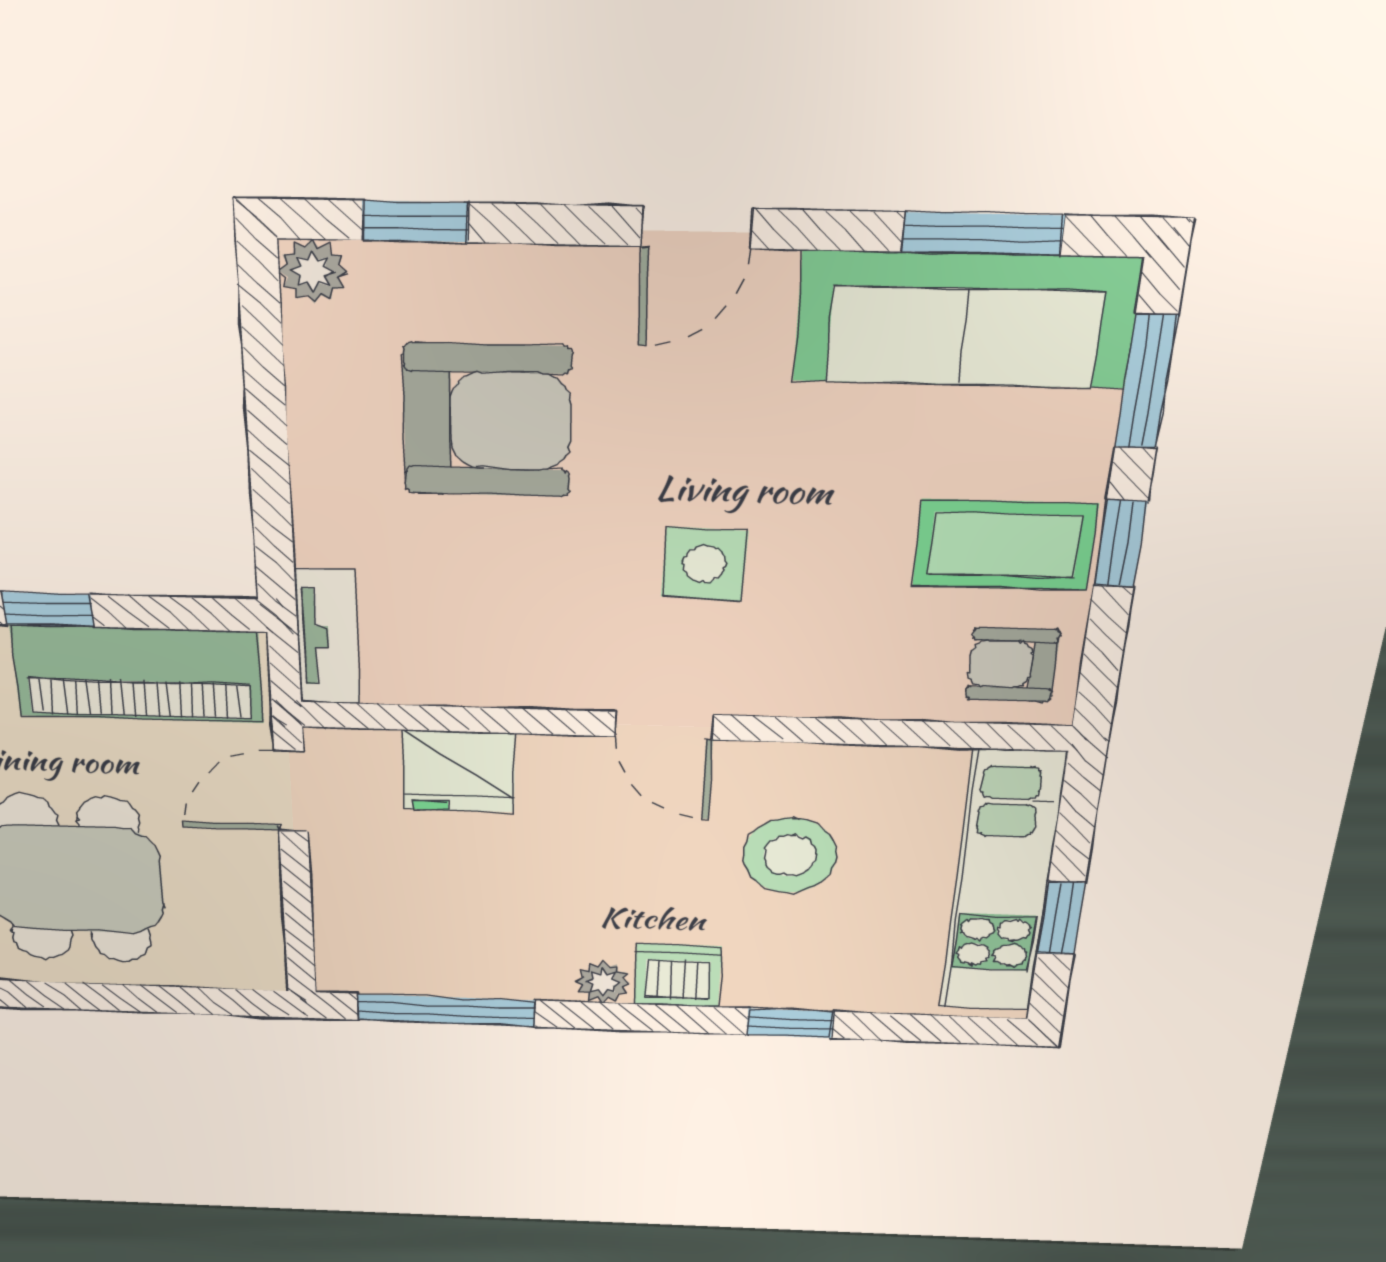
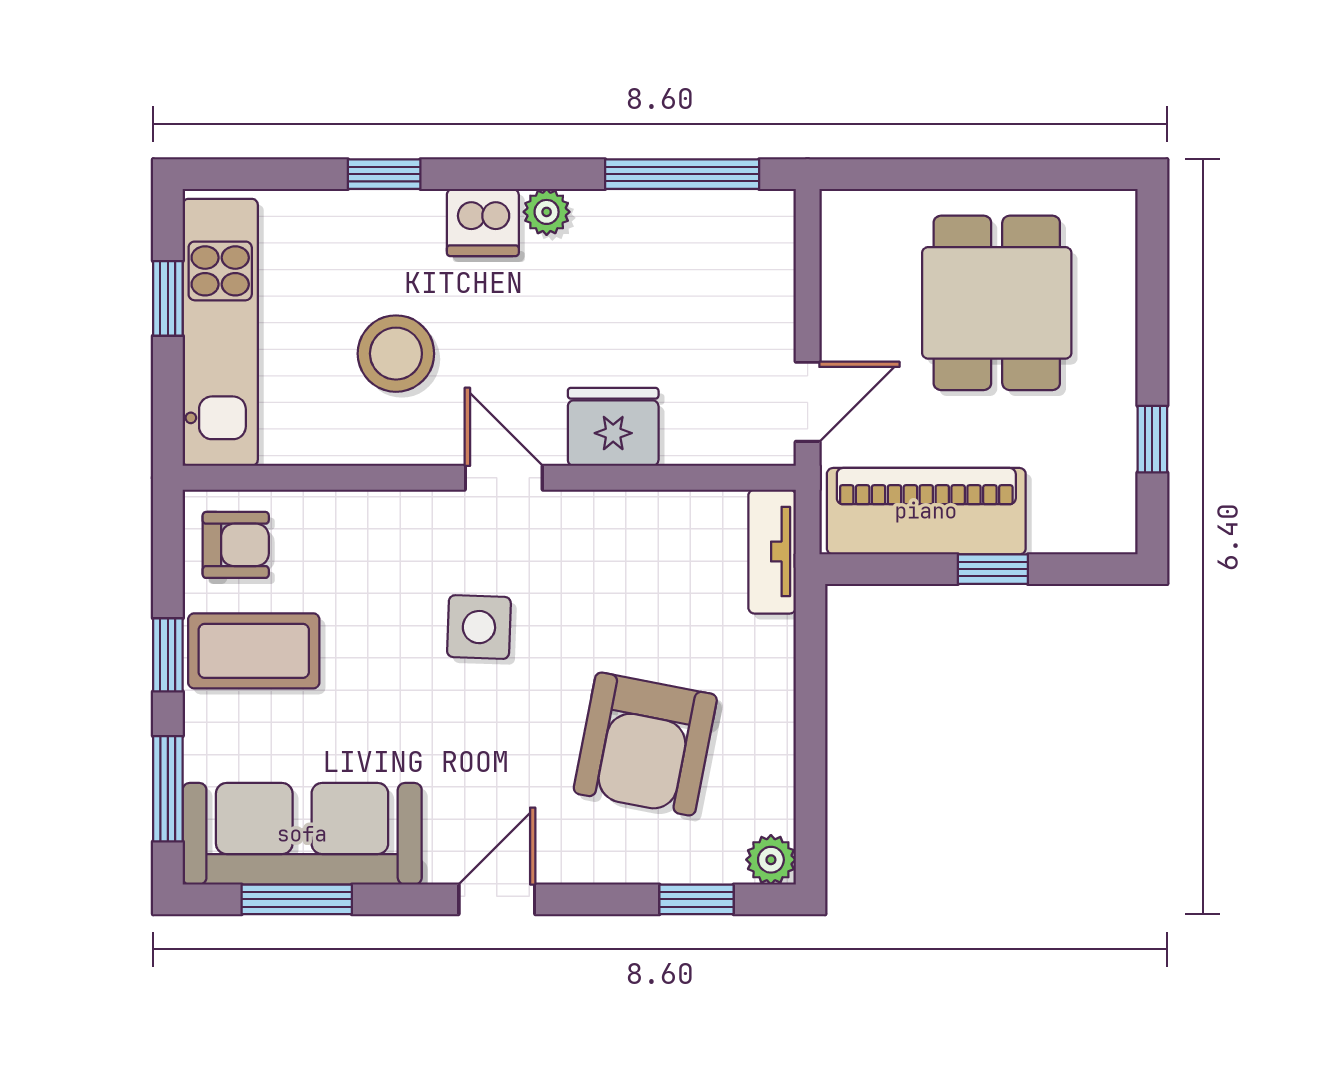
armchair: (487, 421) -> (645, 744), turned -79
fridge: (459, 771) -> (613, 427), moved

